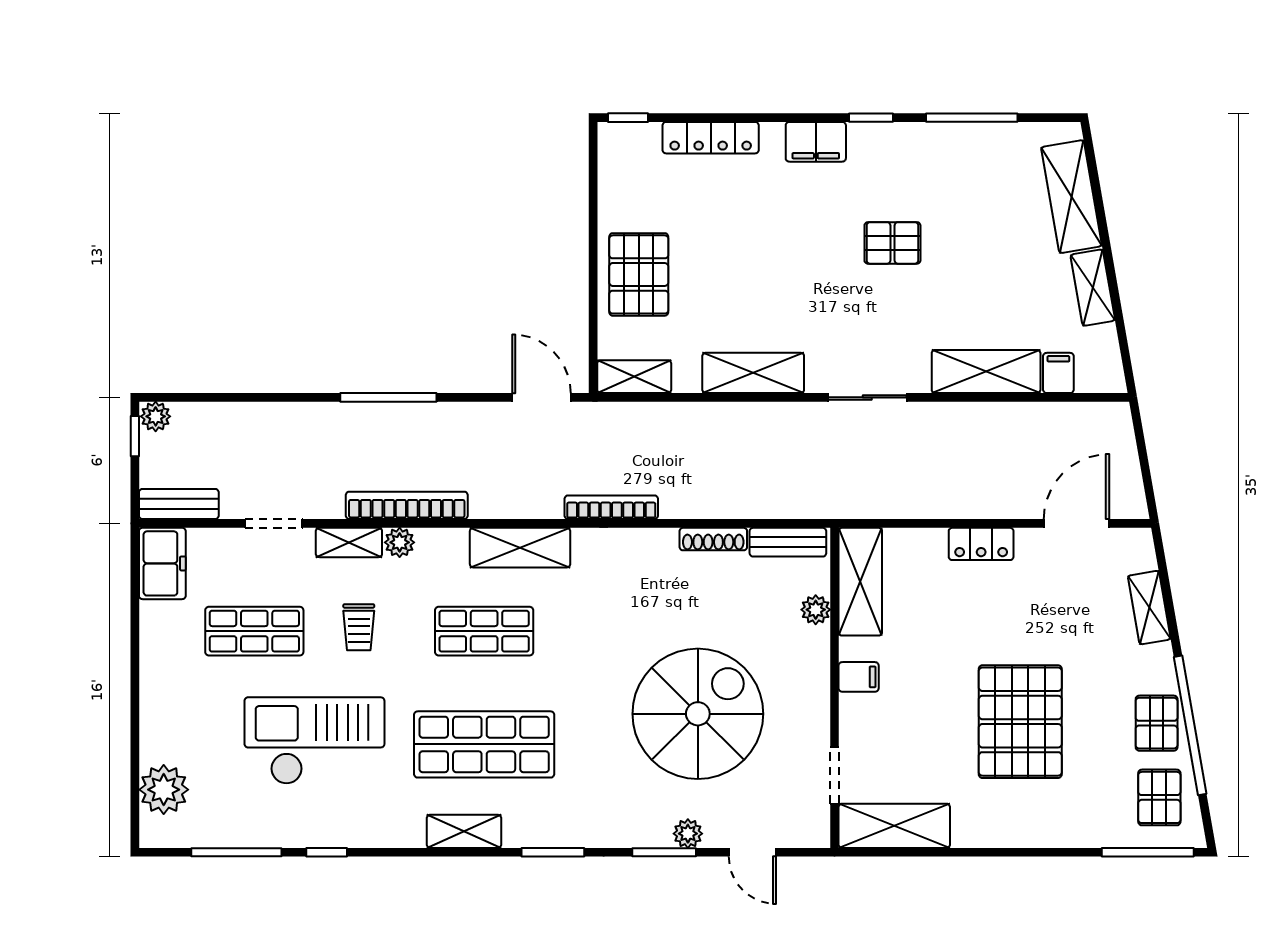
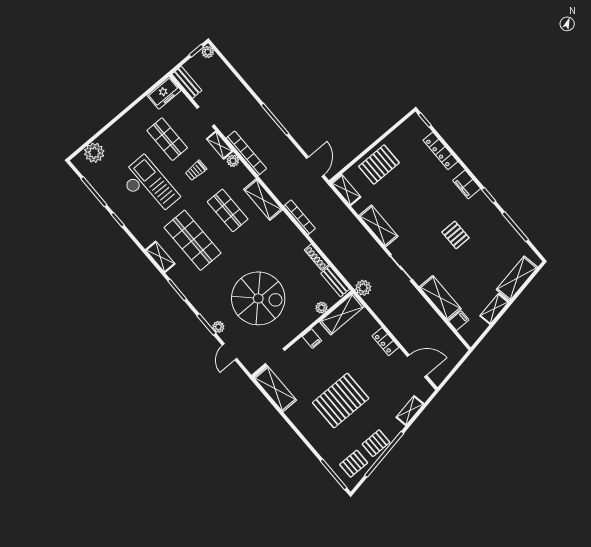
plant: (845, 500) -> (363, 288), added

